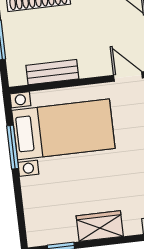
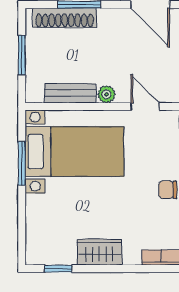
plant: (88, 69) -> (107, 94), added

